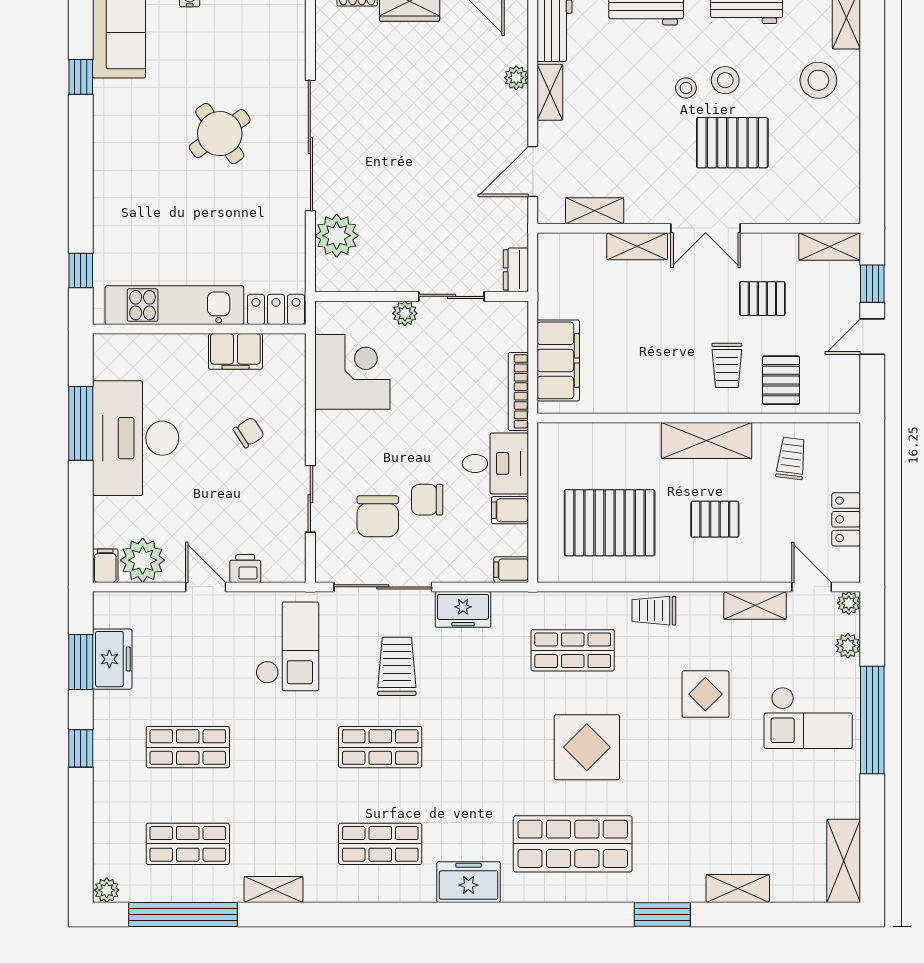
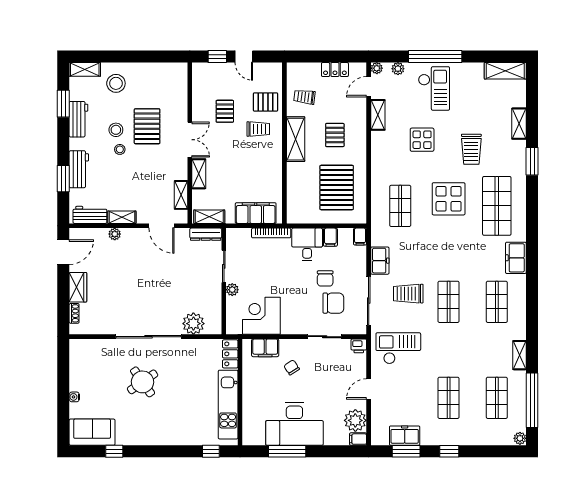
shelving: (830, 247) -> (209, 217), moved, turned 90
dresser: (516, 270) -> (206, 234), width x1.44
filing cabinet: (235, 351) -> (265, 348), moved, turned 90
printer: (245, 568) -> (359, 346), moved, turned -90
trolley: (654, 611) -> (471, 149), moved, width x1.36, depth x1.39

